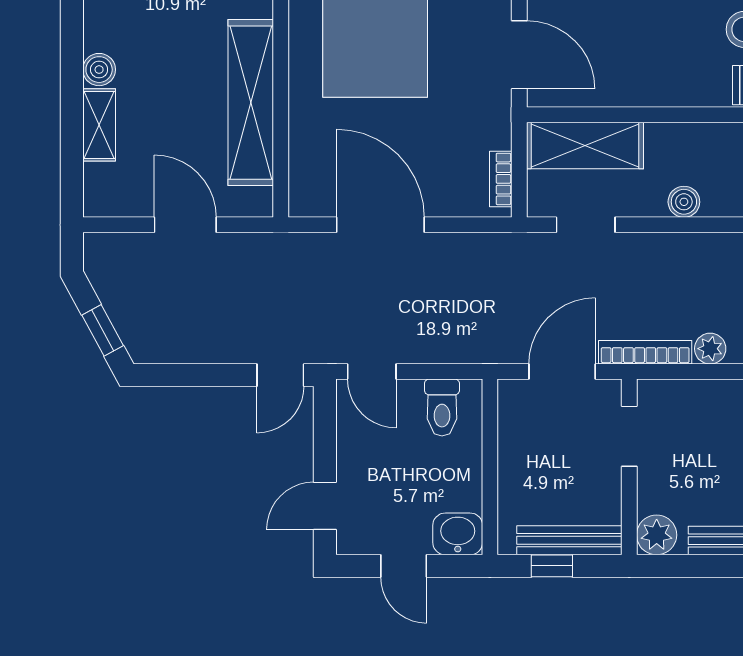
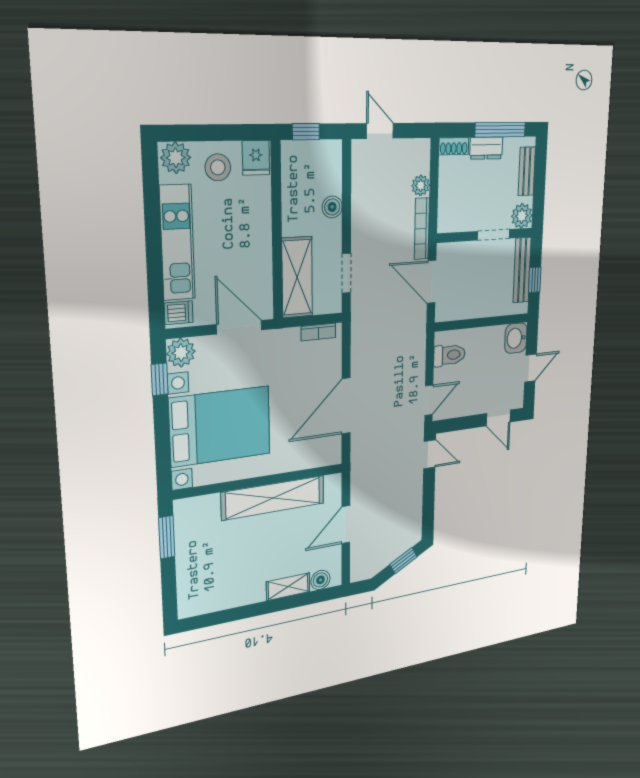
door: (519, 55) -> (239, 327), hinge flipped
boiler: (99, 70) -> (320, 580), moved
doorway: (629, 436) -> (494, 235), moved

